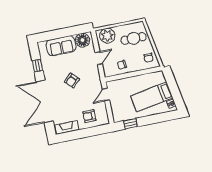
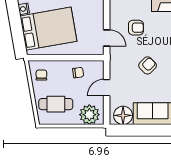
door: (106, 95) -> (107, 38), hinge flipped
bed: (152, 97) -> (48, 29), width x1.50
armchair: (89, 116) -> (136, 28), moved

